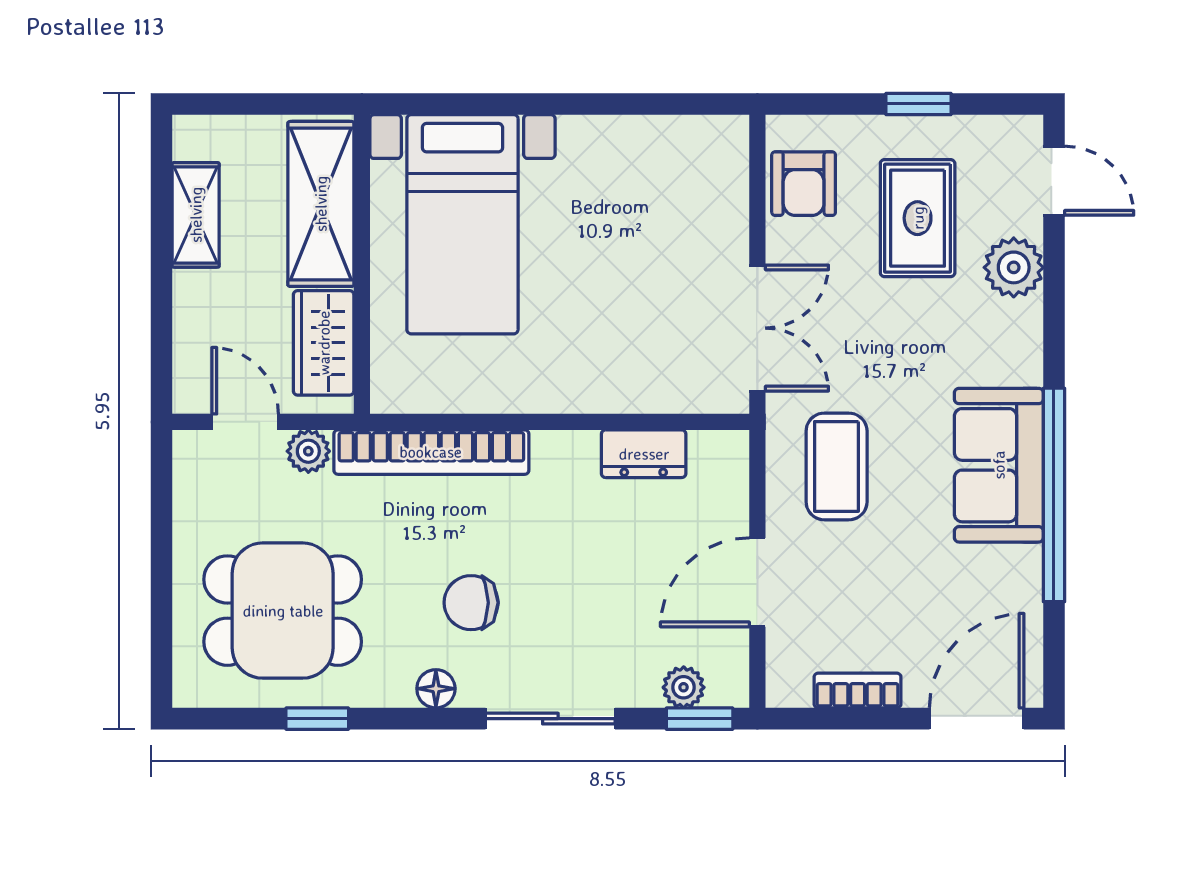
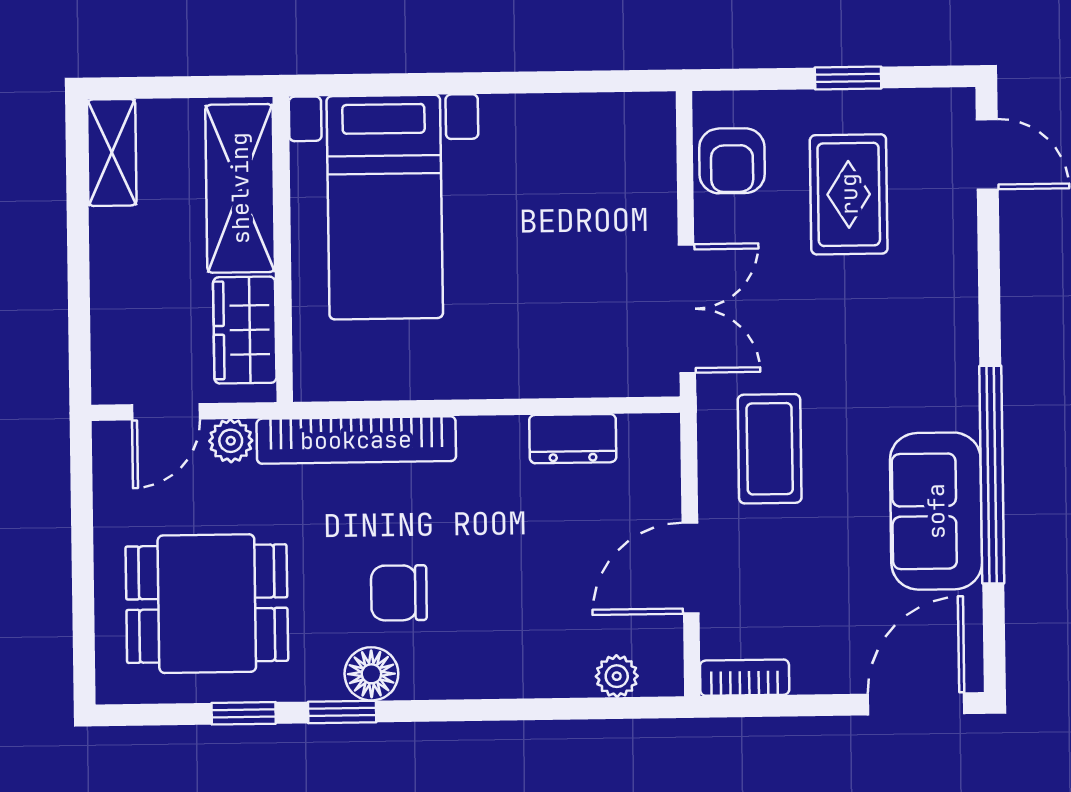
shelving: (196, 215) -> (112, 152), moved
plant: (1014, 267) -> (947, 243), removed
door: (245, 422) -> (166, 412), swing flipped
sofa: (999, 465) -> (936, 511), moved
floor lamp: (436, 689) -> (371, 674), width x1.37, depth x1.37
bookcase: (858, 691) -> (745, 678), moved
sliding door: (550, 719) -> (481, 710), removed
window: (700, 719) -> (342, 712), moved

